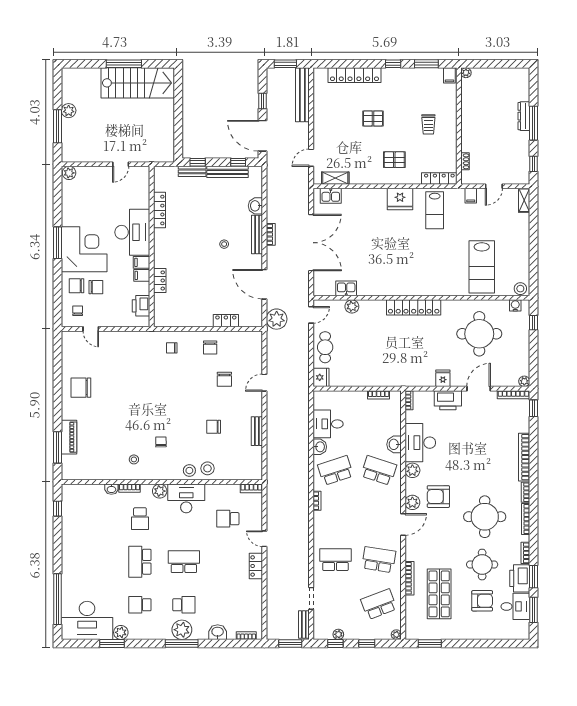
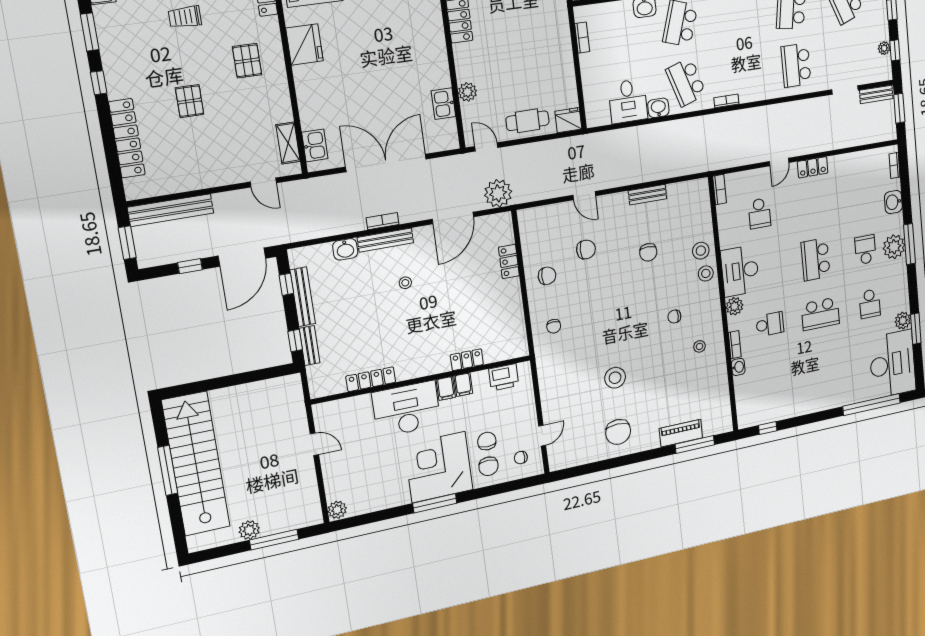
stairs: (138, 83) -> (196, 464), width x1.36
trolley: (428, 124) -> (185, 17), turned 180
stool: (123, 390) -> (615, 378), added

